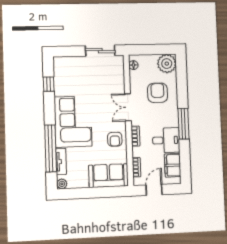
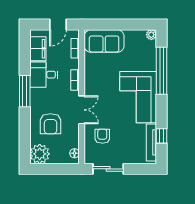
armchair: (115, 139) -> (102, 136), moved
tv unit: (61, 162) -> (151, 142), moved, width x1.41

